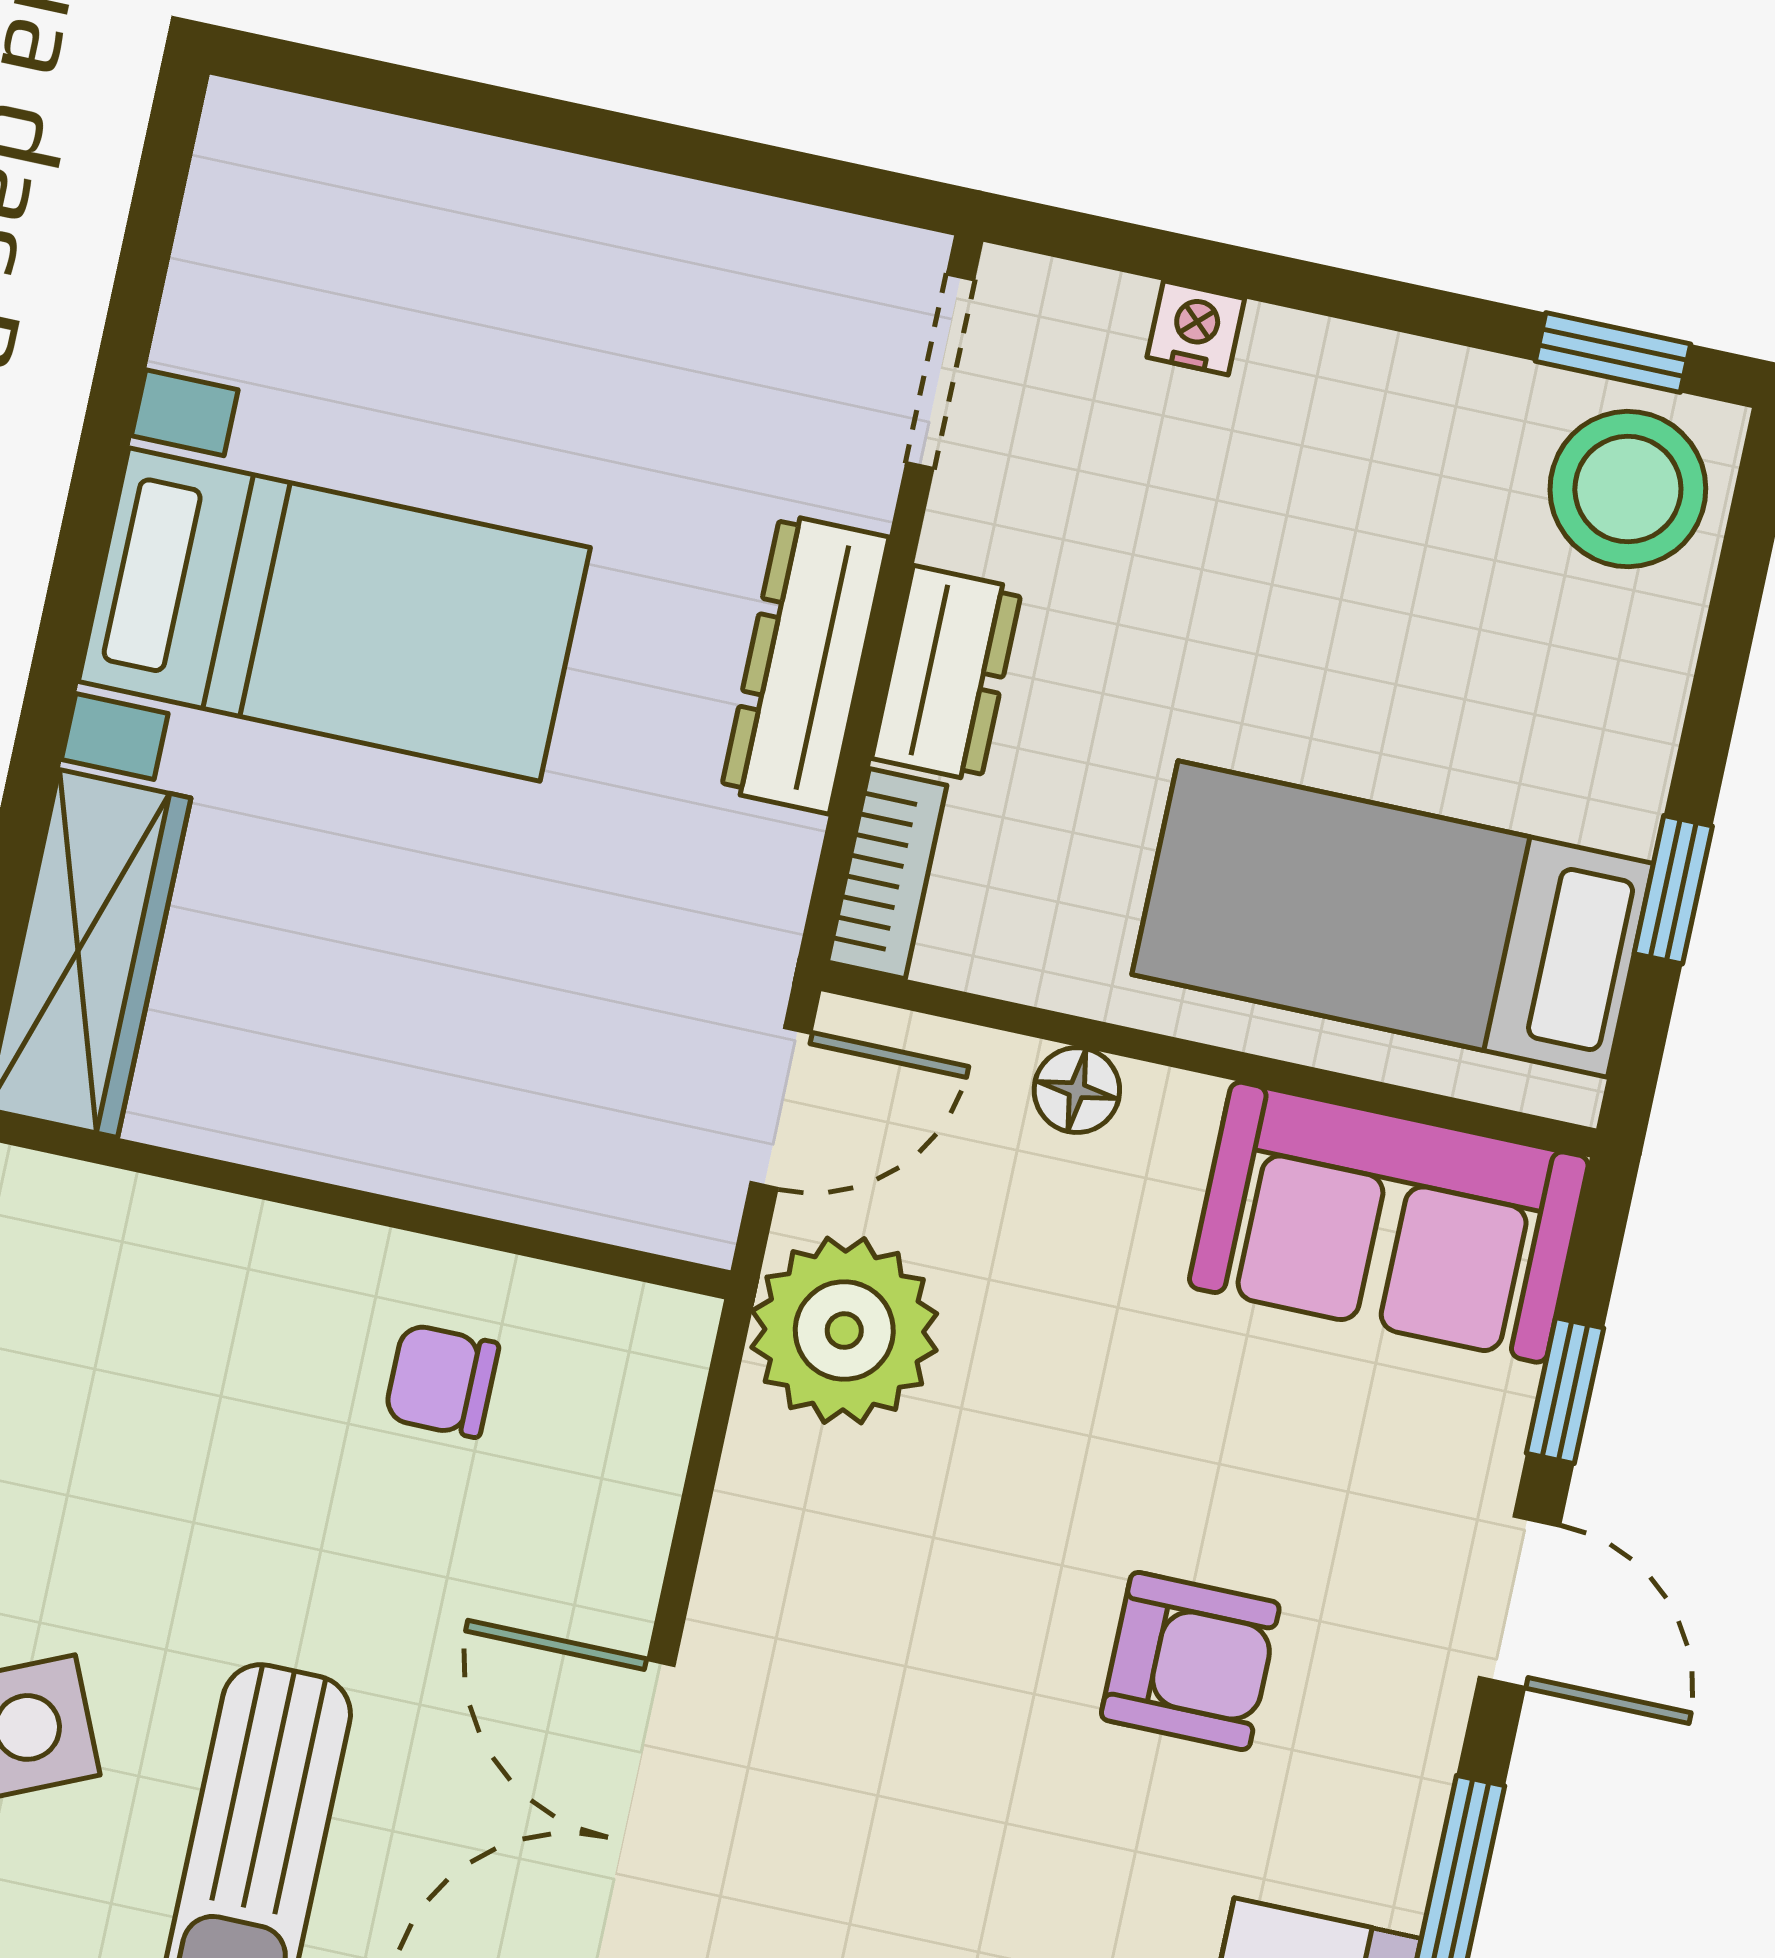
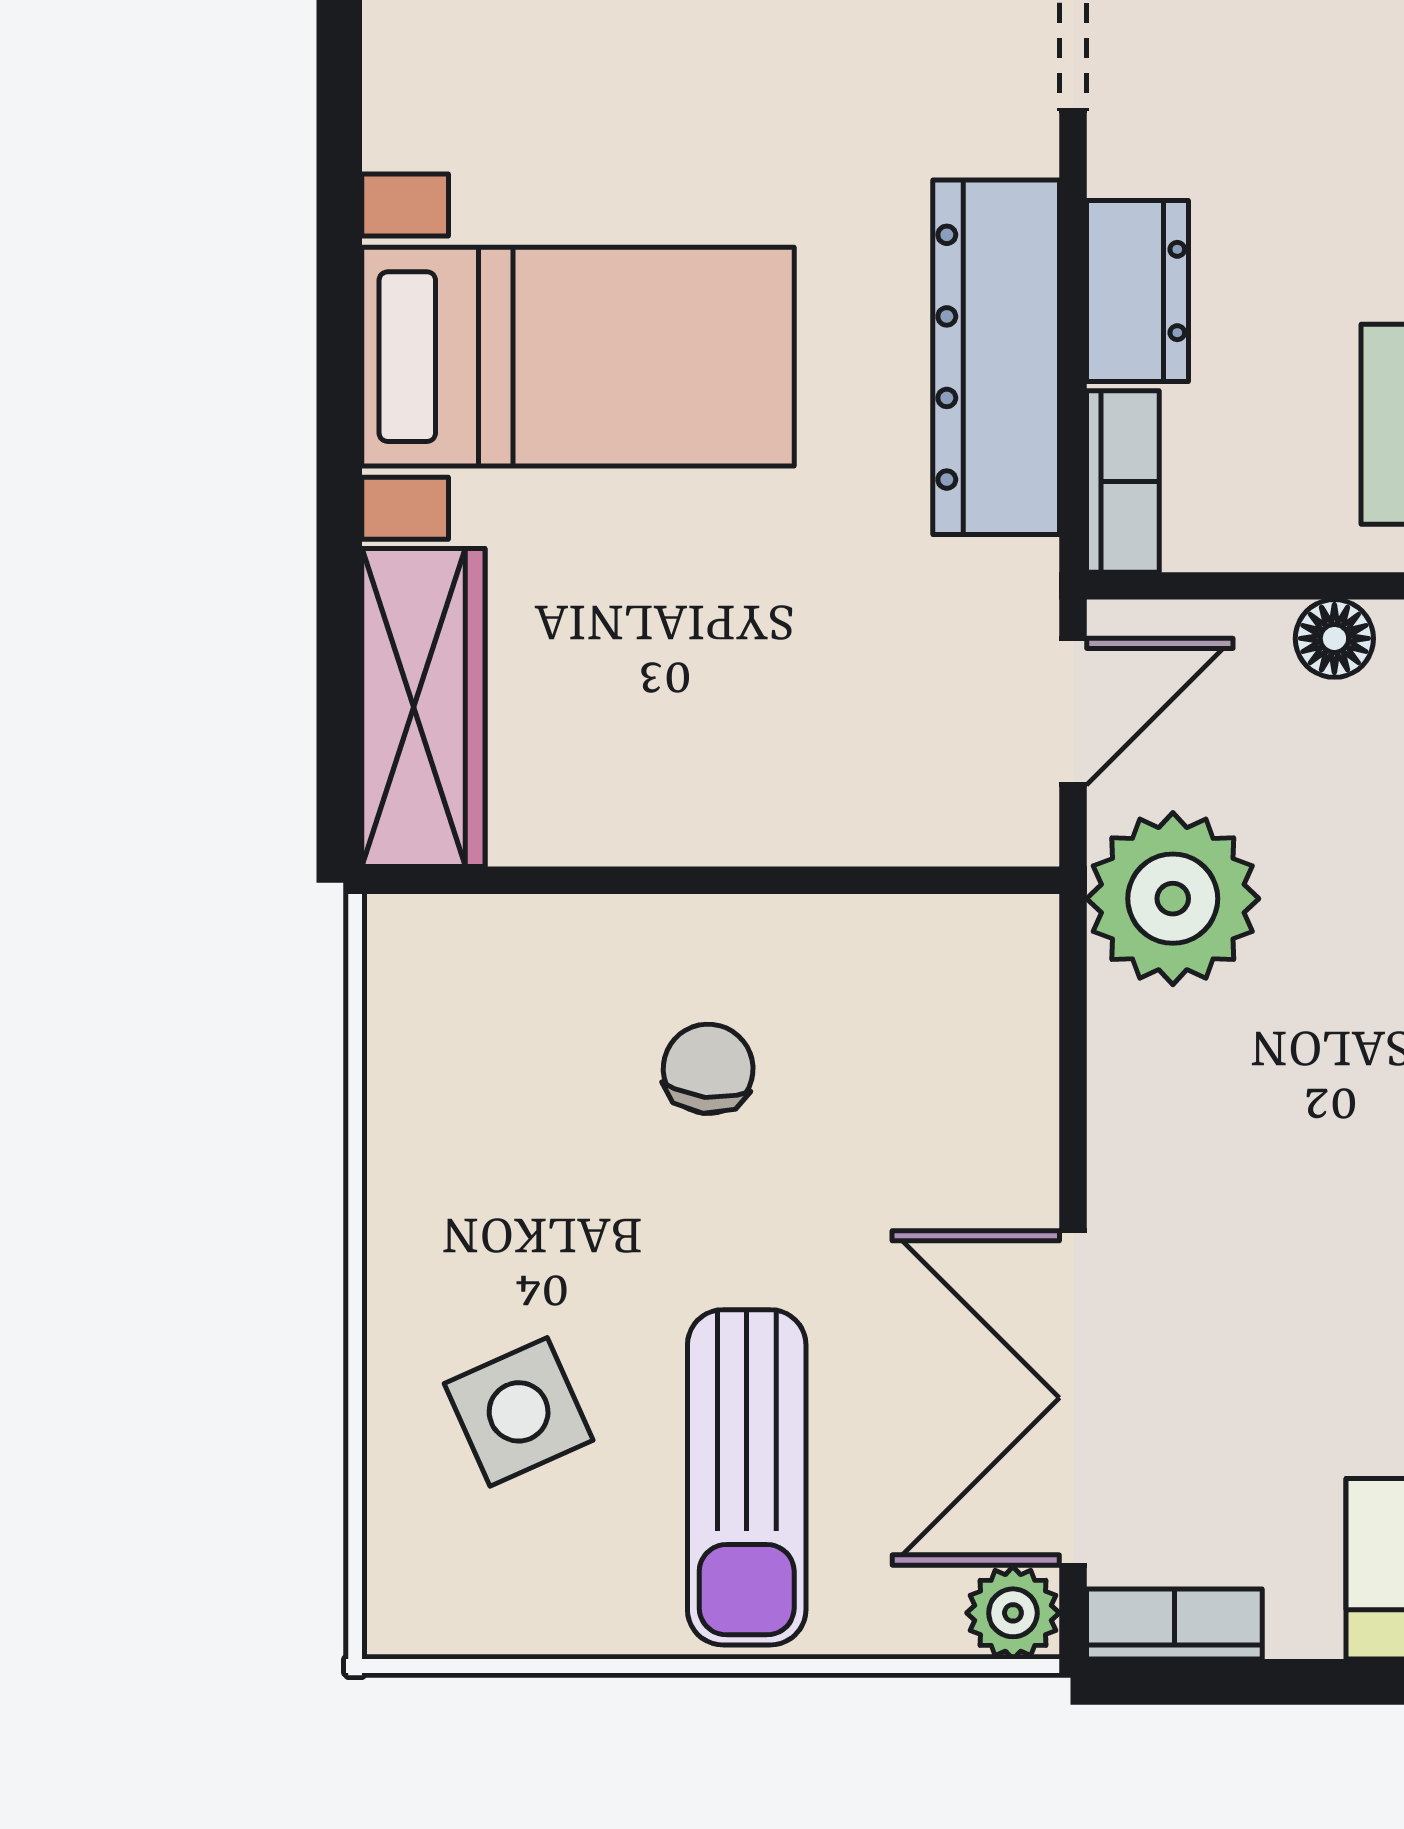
dresser: (805, 664) -> (996, 357), width x1.37, depth x1.24
chair: (442, 1381) -> (708, 1069), moved, turned 96

